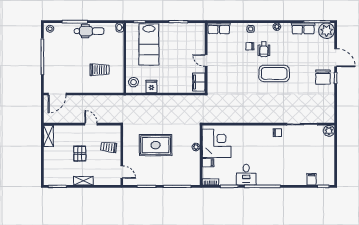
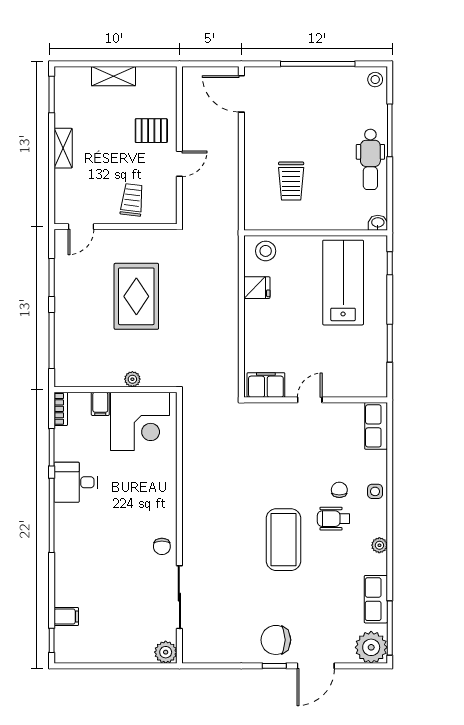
lab bench: (149, 44) -> (343, 283), turned 90
shelving: (48, 136) -> (113, 76), moved
pallet: (80, 154) -> (151, 131), moved

